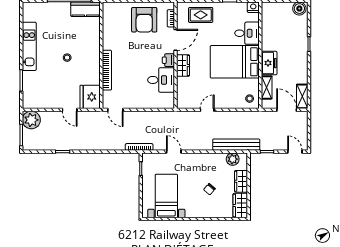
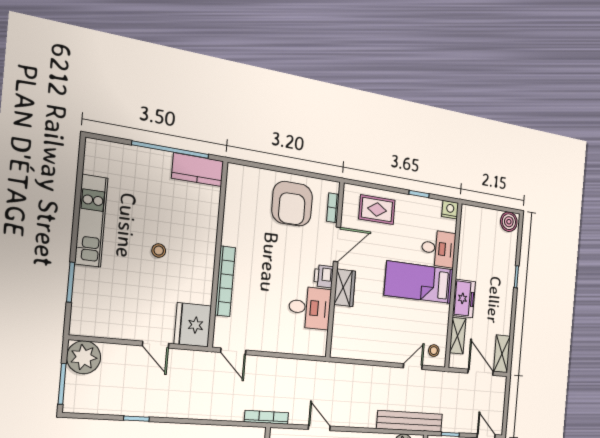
bed: (235, 62) -> (419, 282), width x0.67
door: (207, 110) -> (413, 367), moved

